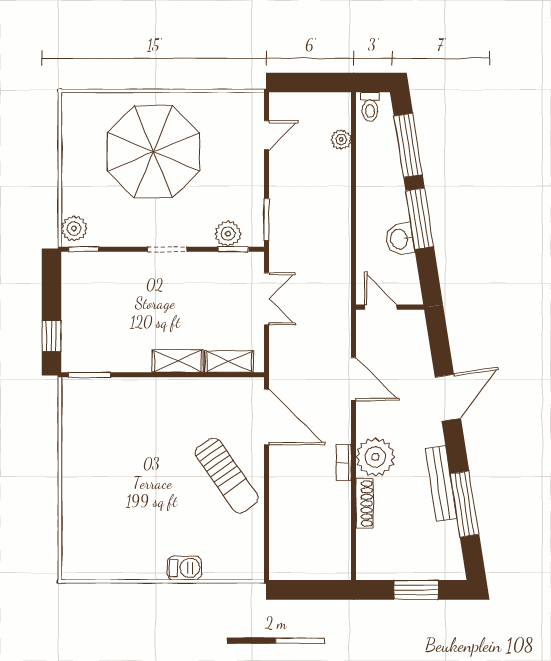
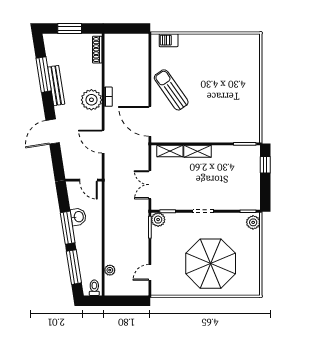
plant: (228, 234) -> (158, 220), moved
shoe rack: (365, 503) -> (97, 50), moved
barbecue: (184, 568) -> (169, 40), moved

